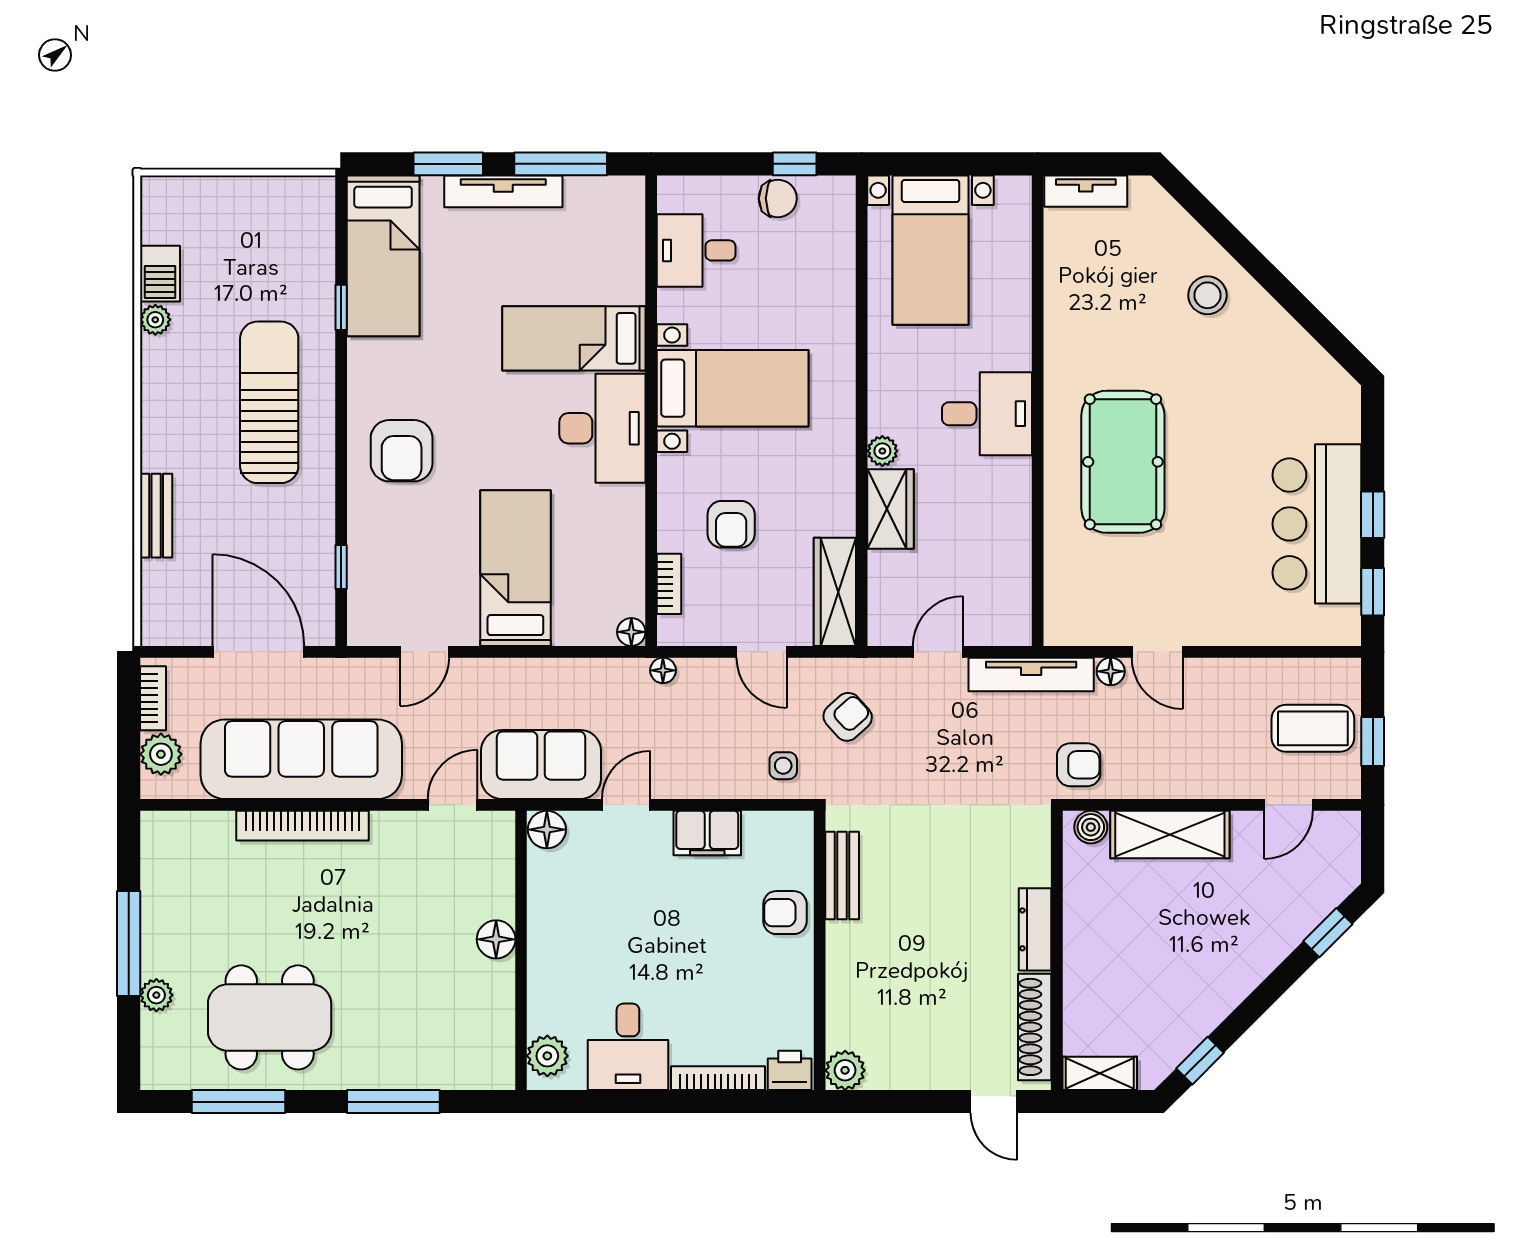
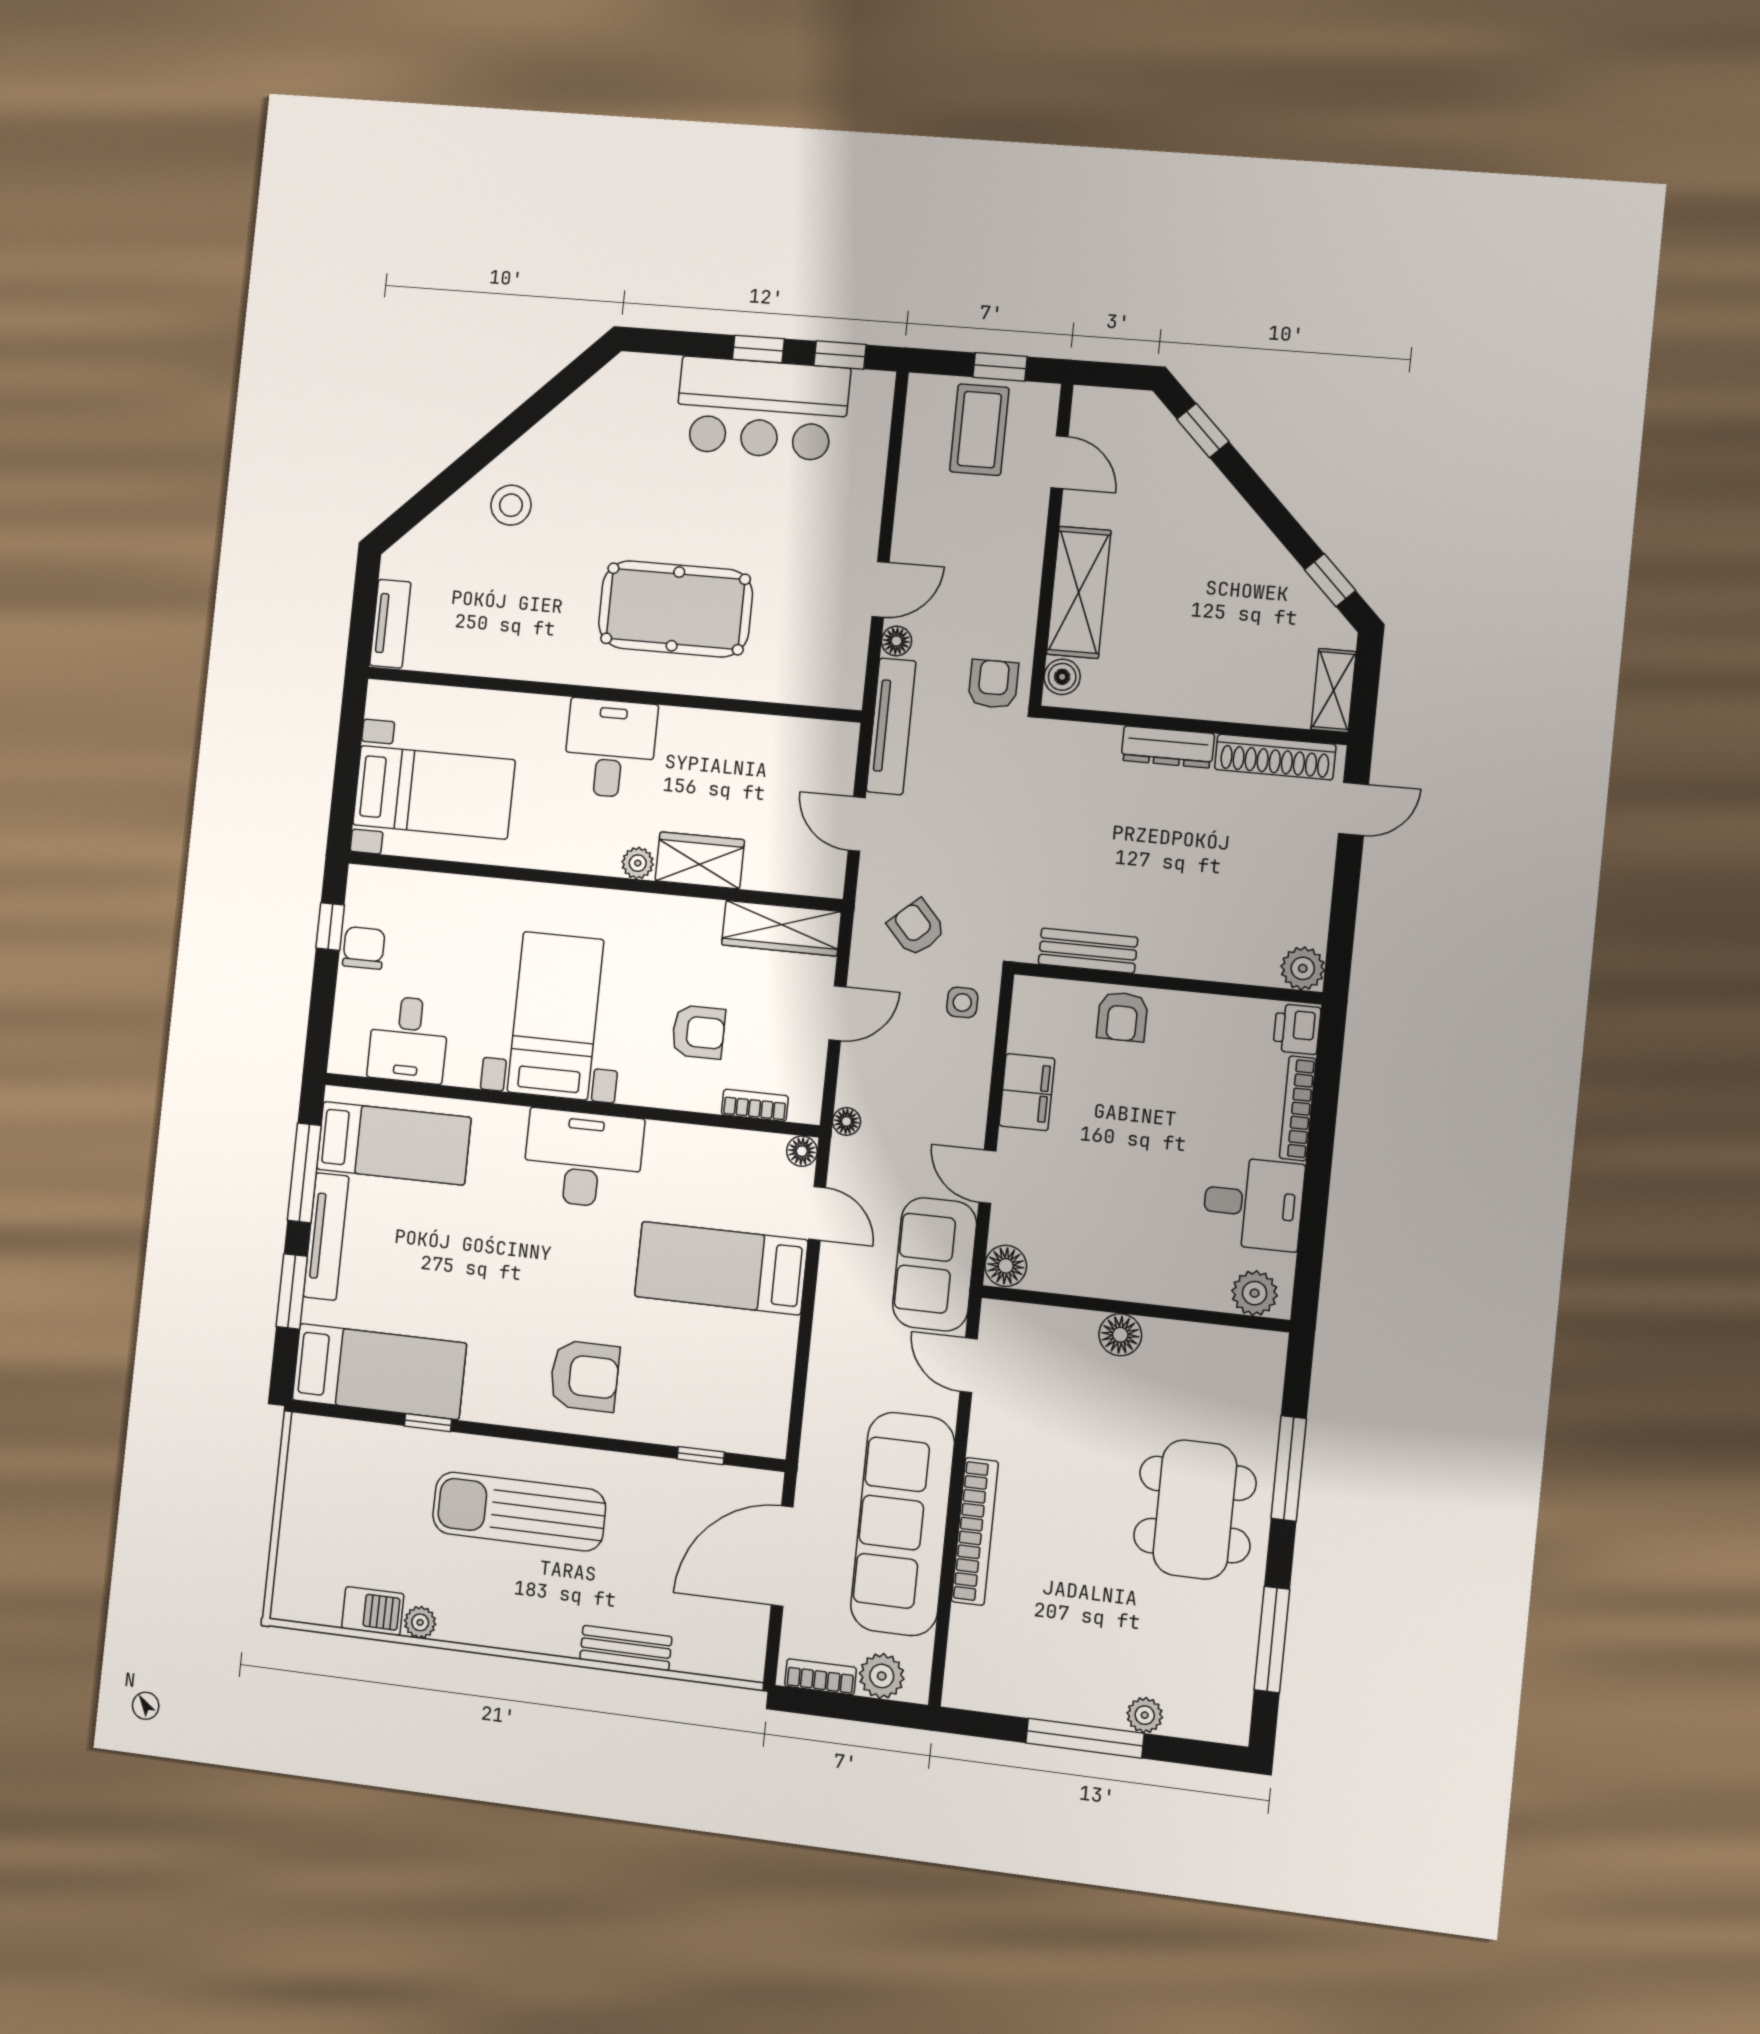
bed: (574, 338) -> (394, 1143), moved, turned -90
door: (425, 652) -> (817, 1213), moved
dining table: (270, 1017) -> (1195, 1509), moved

